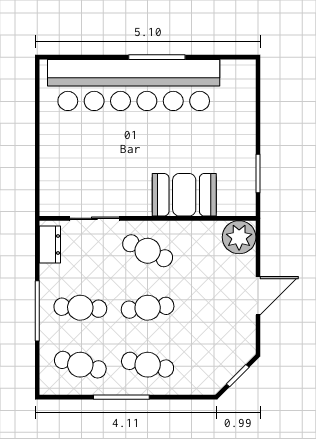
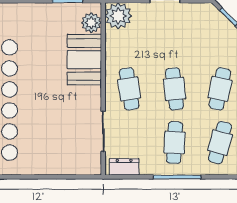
plant: (230, 204) -> (91, 23), added
cafe table: (148, 251) -> (129, 89), turned -33

